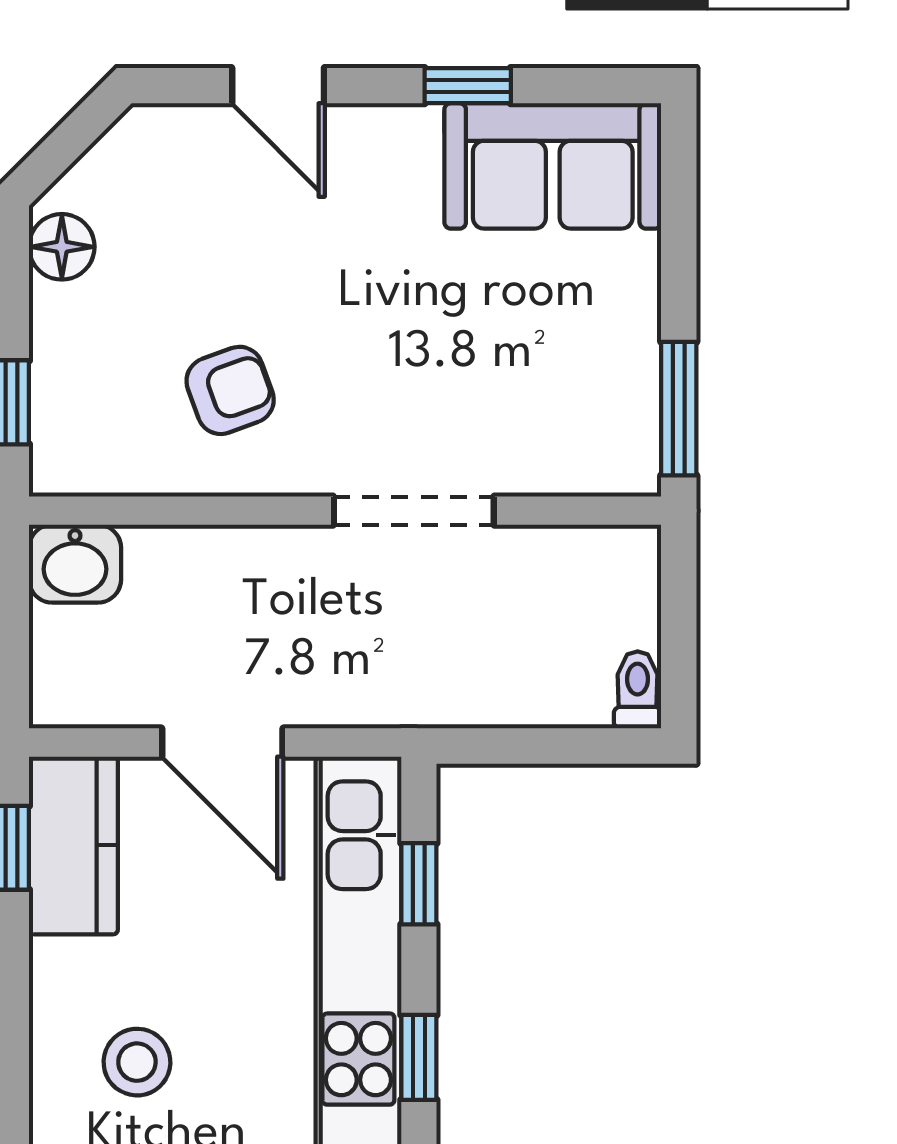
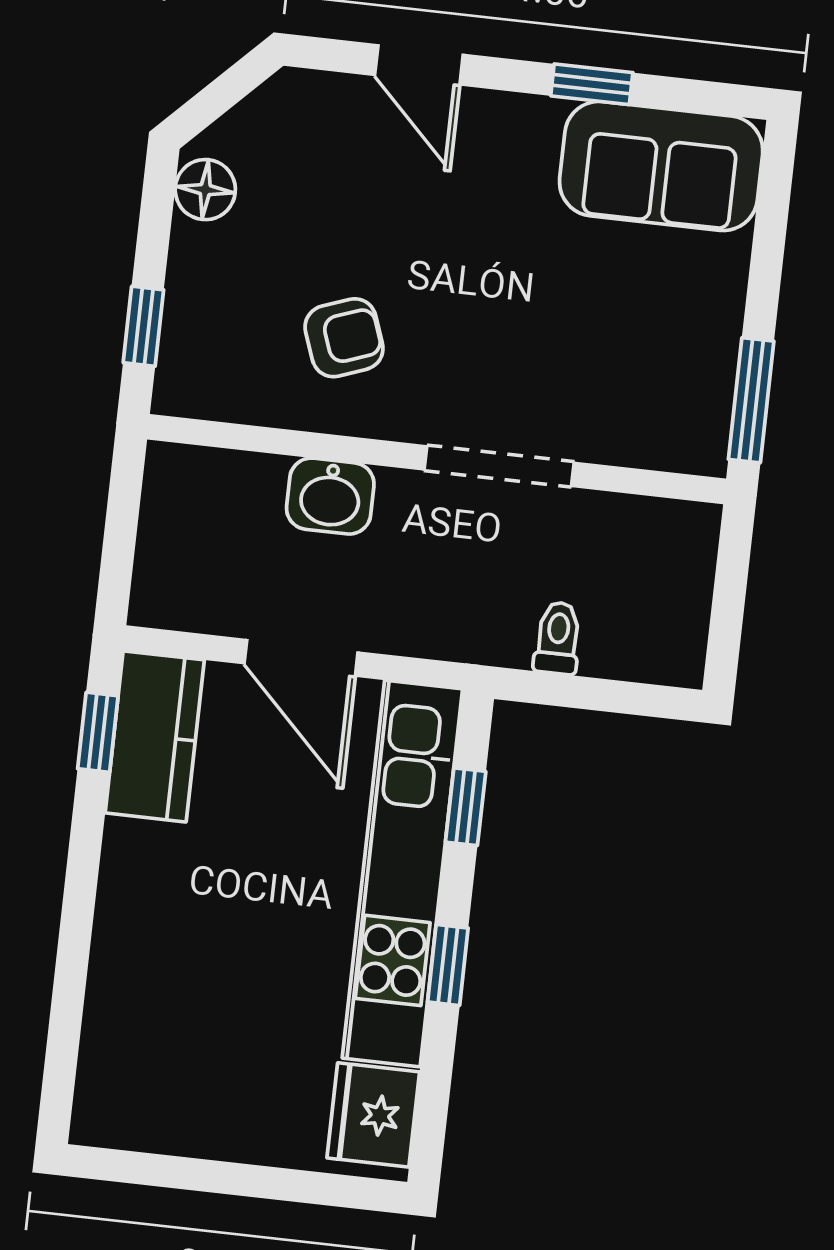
washbasin: (75, 564) -> (330, 496), moved
toilet: (638, 690) -> (558, 638), moved
stool: (137, 1062) -> (190, 940), removed

